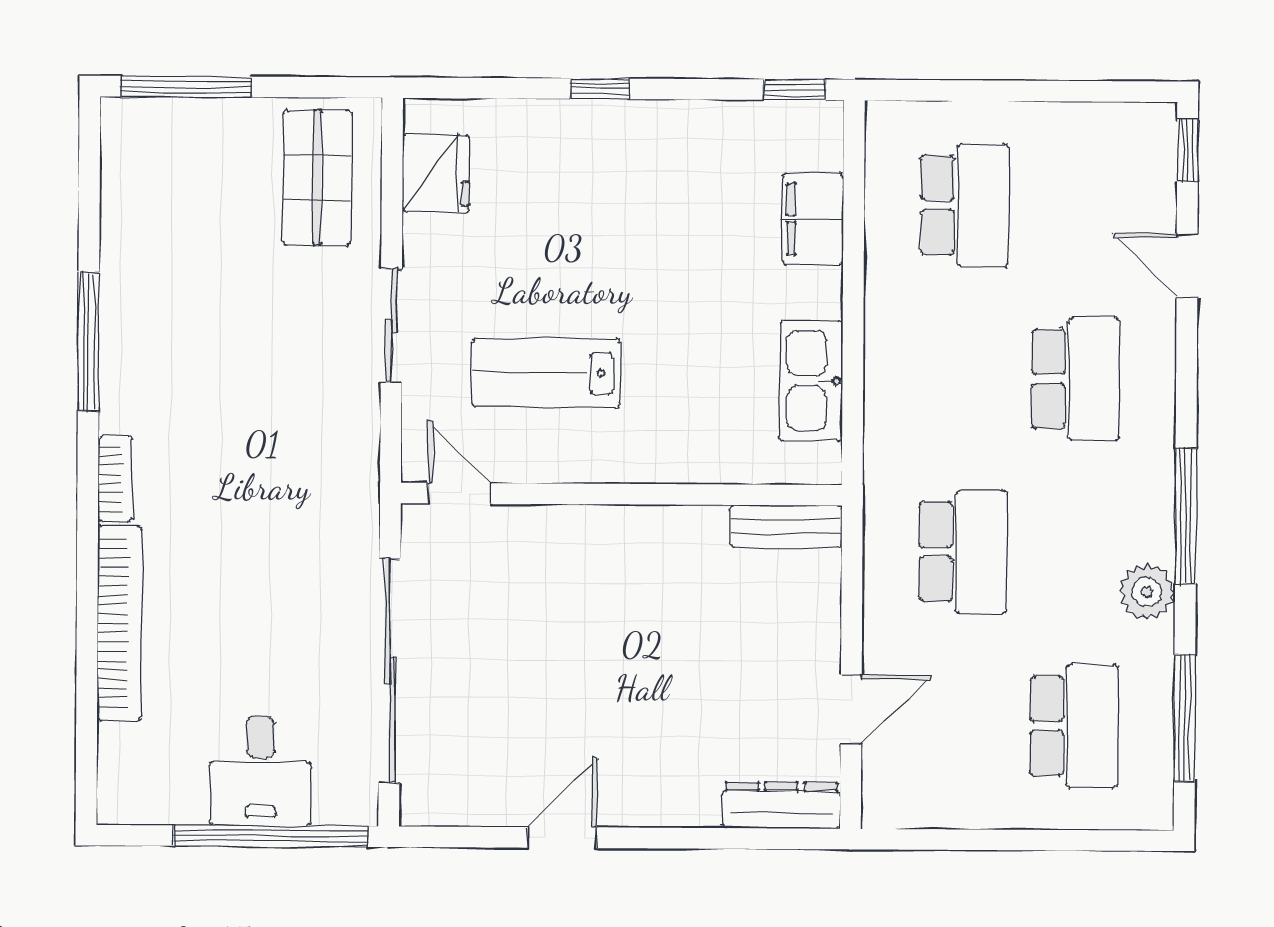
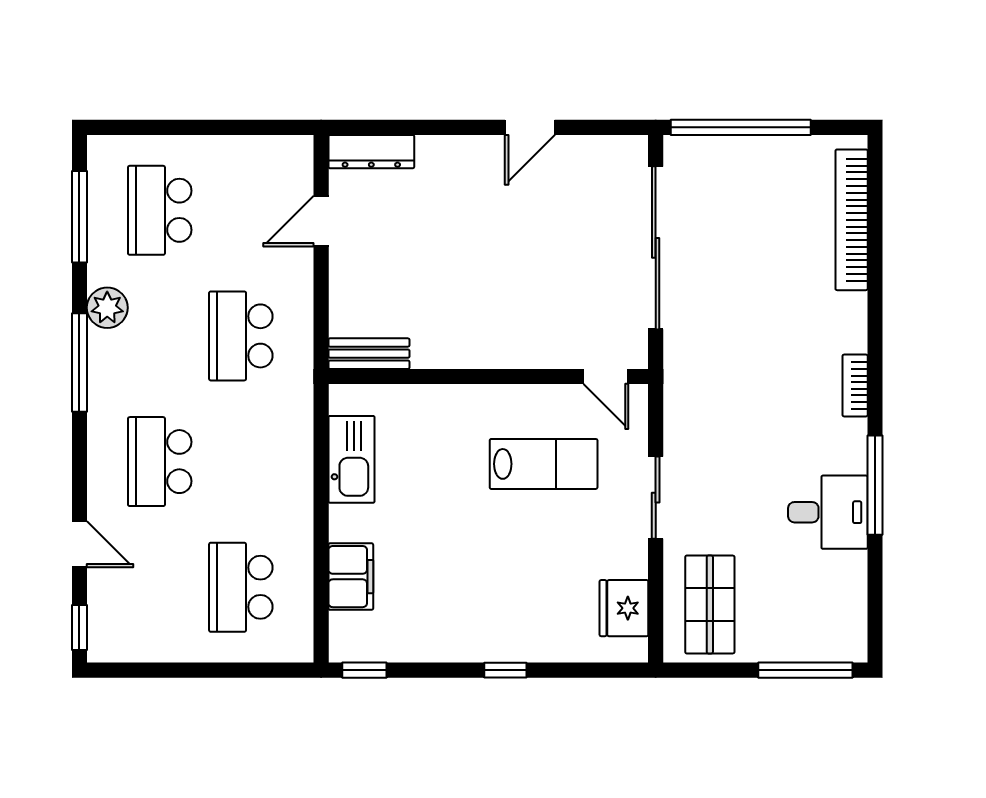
bookcase: (119, 623) -> (852, 220), moved
desk: (260, 771) -> (828, 512), moved, turned 90

